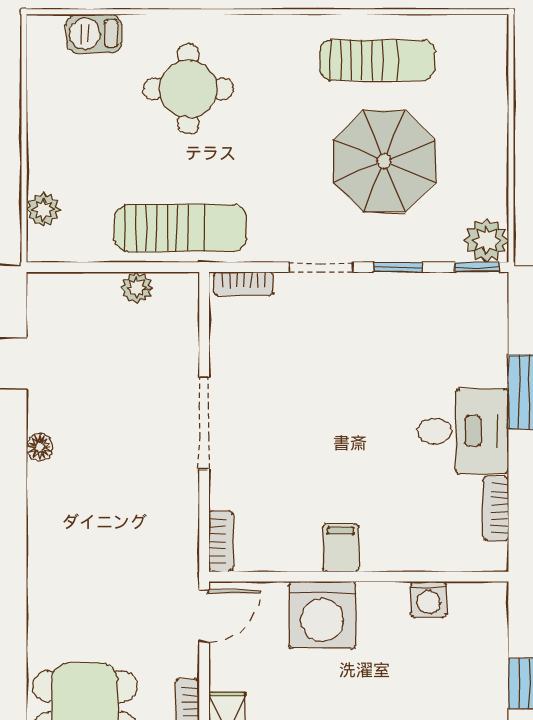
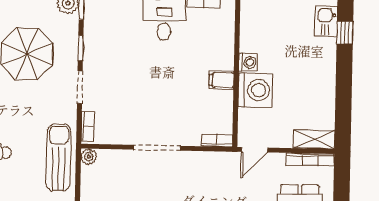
plant: (137, 288) -> (89, 157), moved
washing machine: (429, 599) -> (248, 62), moved
door: (204, 616) -> (255, 150), swing flipped

